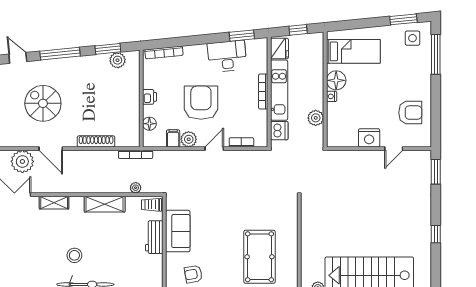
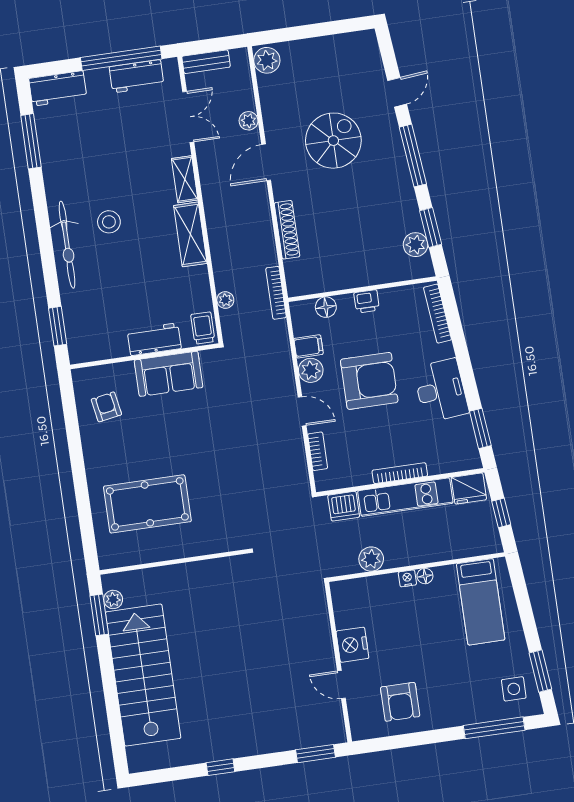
desk: (227, 56) -> (441, 390), moved
floor lamp: (336, 80) -> (425, 576), width x0.53, depth x0.53
plant: (22, 161) -> (249, 121), width x0.53, depth x0.53
shelving: (105, 204) -> (190, 234), moved

